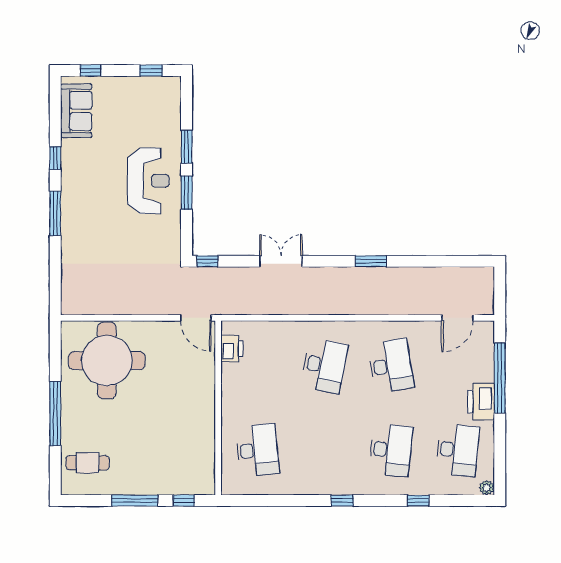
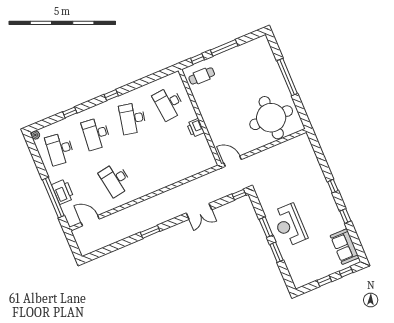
window: (151, 70) -> (324, 281), moved
window: (55, 213) -> (333, 186), width x0.46
door: (457, 318) -> (90, 221), hinge flipped
printer: (232, 349) -> (196, 128), moved
desk: (324, 366) -> (132, 118), moved
printer: (481, 402) -> (63, 192), moved
cafe table: (88, 463) -> (202, 76), moved

